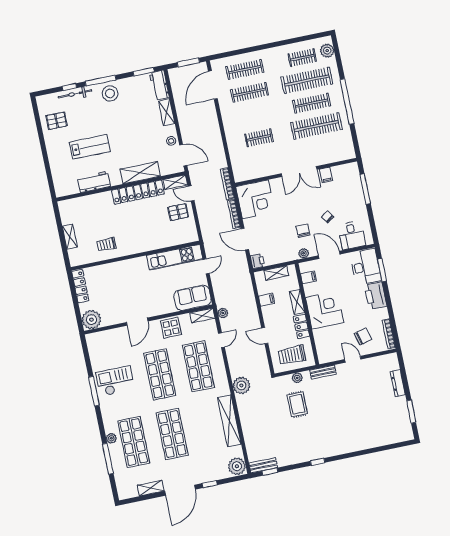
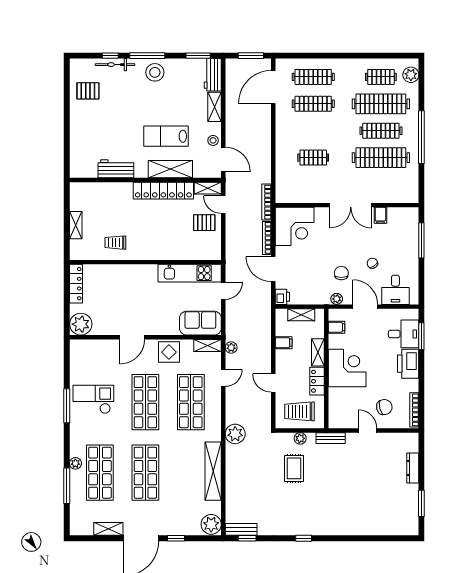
lab bench: (90, 147) -> (166, 136), moved, turned 180
desk: (366, 267) -> (404, 334), width x0.73

